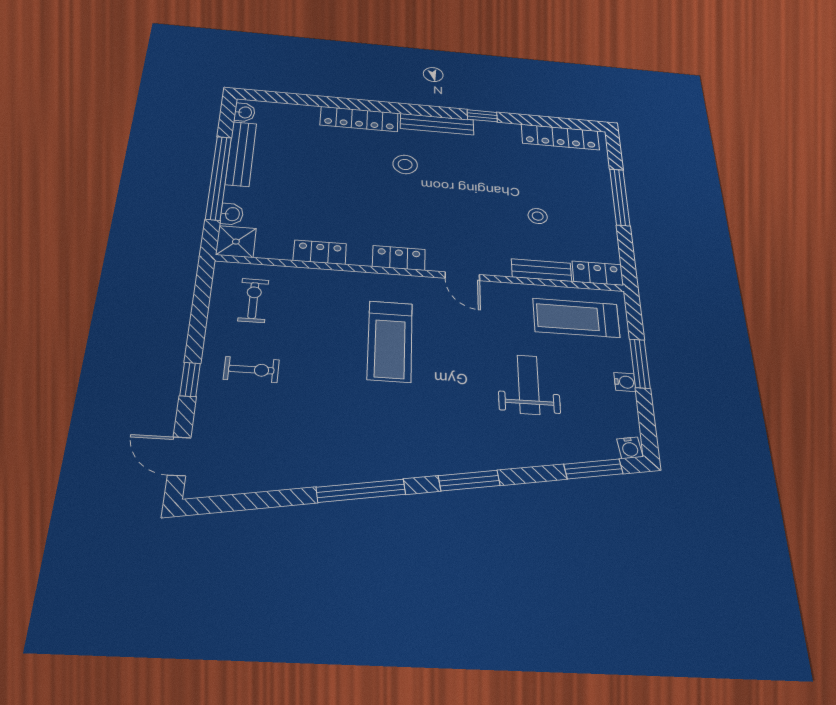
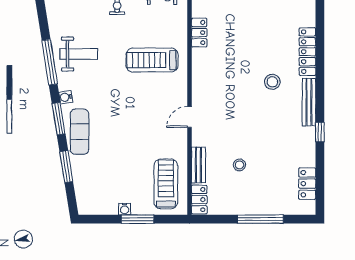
locker: (560, 137) -> (307, 184), width x0.66
locker: (399, 258) -> (199, 79), removed
treadmill: (390, 341) -> (152, 60), moved
weight bench: (529, 384) -> (79, 54), moved
exercise mat: (493, 446) -> (80, 132), added
water cooler: (630, 448) -> (66, 97), moved
window: (593, 469) -> (66, 167), moved

